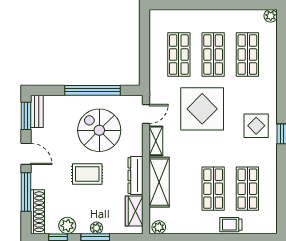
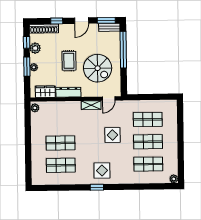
window: (92, 90) -> (123, 50), moved
display table: (202, 109) -> (113, 135), width x0.54, depth x0.54
door: (146, 114) -> (109, 99), hinge flipped
spiral stairs: (99, 130) -> (98, 68), turned 90
shelving: (159, 182) -> (64, 108), removed
window: (26, 192) -> (57, 21), width x0.46
trolley: (231, 225) -> (37, 155), removed

